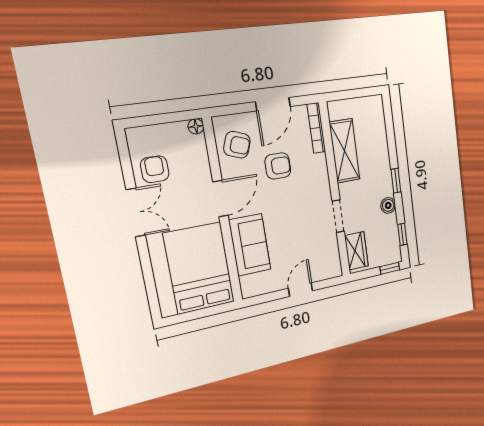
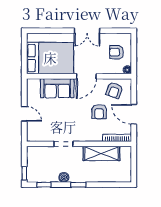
armchair: (155, 169) -> (116, 52), moved, turned 180
door: (220, 199) -> (86, 76), hinge flipped
wardrobe: (356, 251) -> (40, 153), removed

